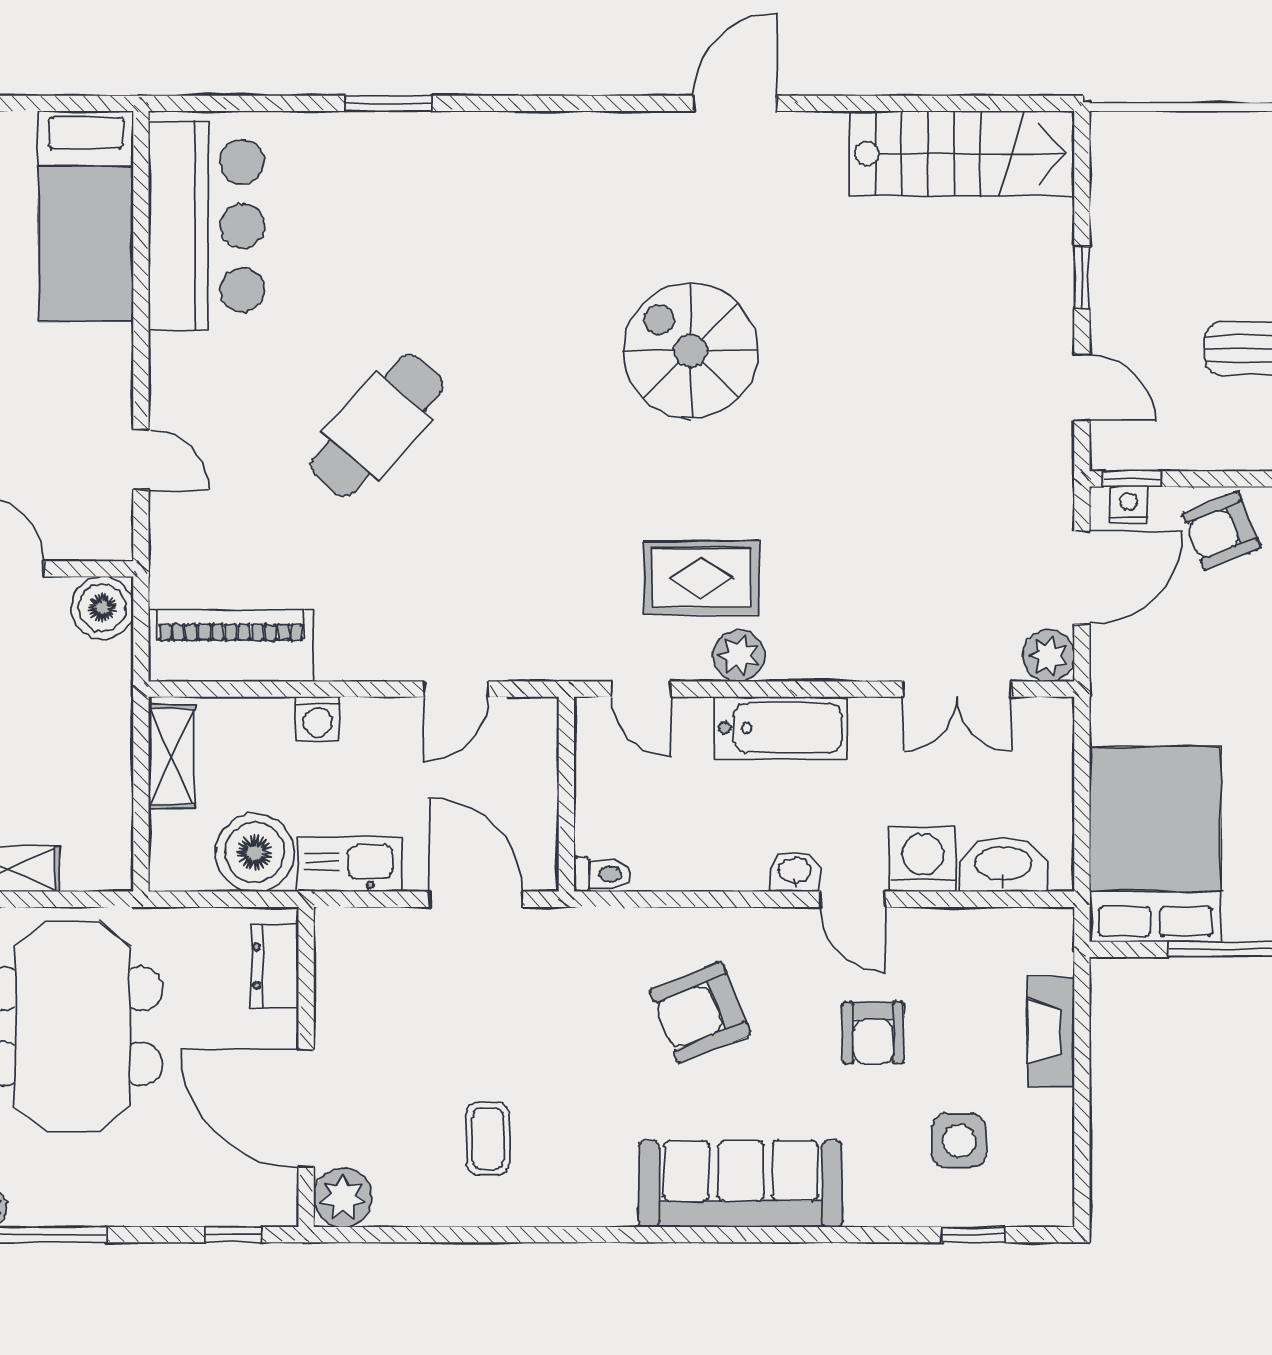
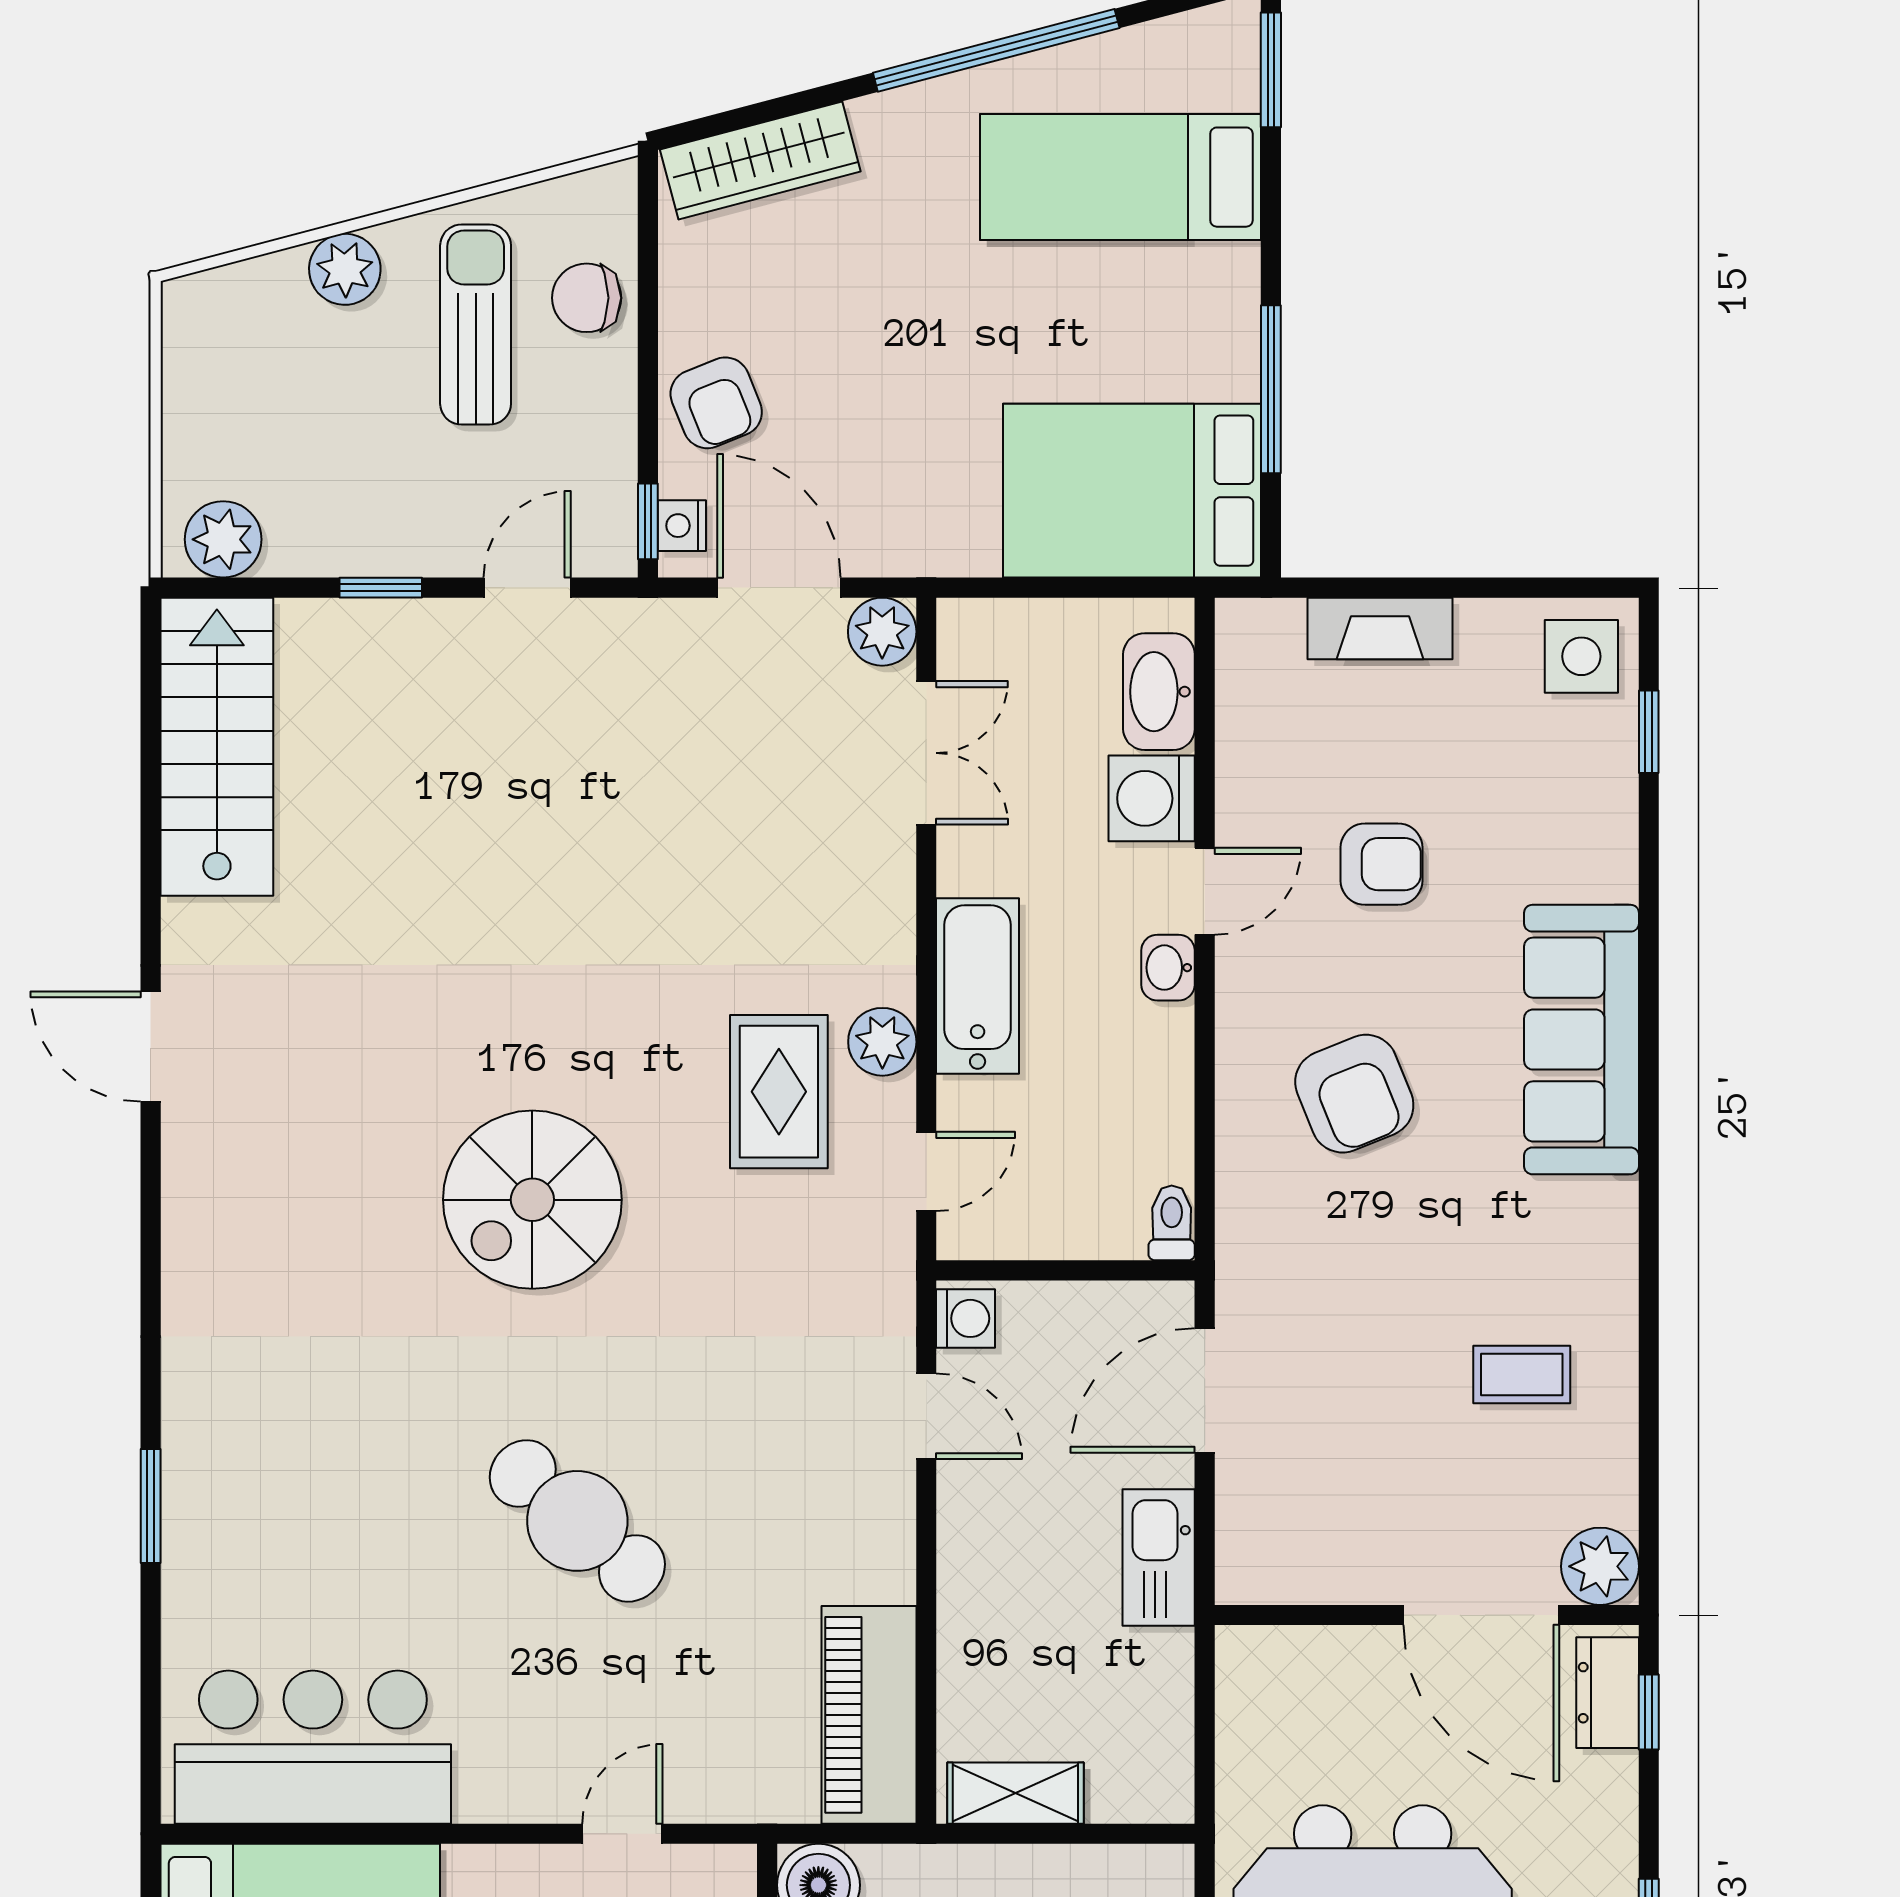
plant: (1118, 158) -> (223, 539), added
spiral stairs: (691, 351) -> (532, 1200), moved
washing machine: (318, 719) -> (966, 1318), moved
boiler: (255, 853) -> (1143, 1683), removed
dresser: (275, 966) -> (1608, 1693), moved, turned 90
door: (306, 1108) -> (1481, 1615), hinge flipped
side table: (959, 1141) -> (1581, 656), moved

